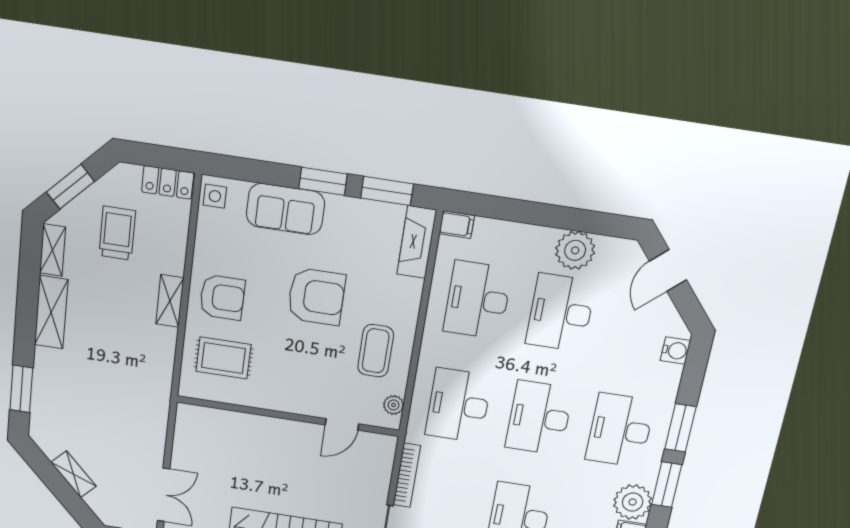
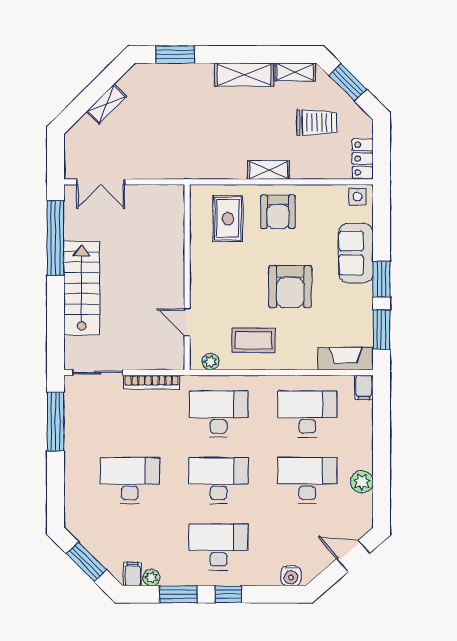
plant: (575, 250) -> (362, 482), width x0.73, depth x0.73
window: (680, 428) -> (228, 594), width x0.67
plant: (633, 502) -> (152, 577), width x0.53, depth x0.53

